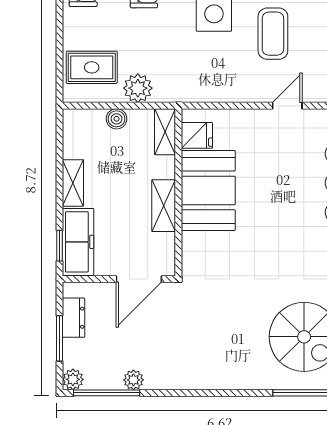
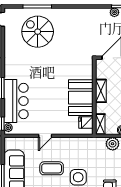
coffee table: (273, 34) -> (52, 168), turned 90

